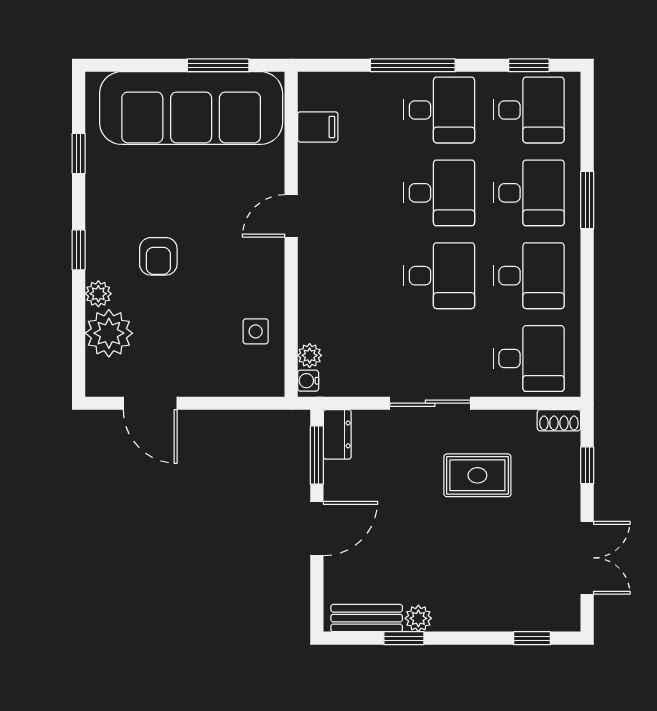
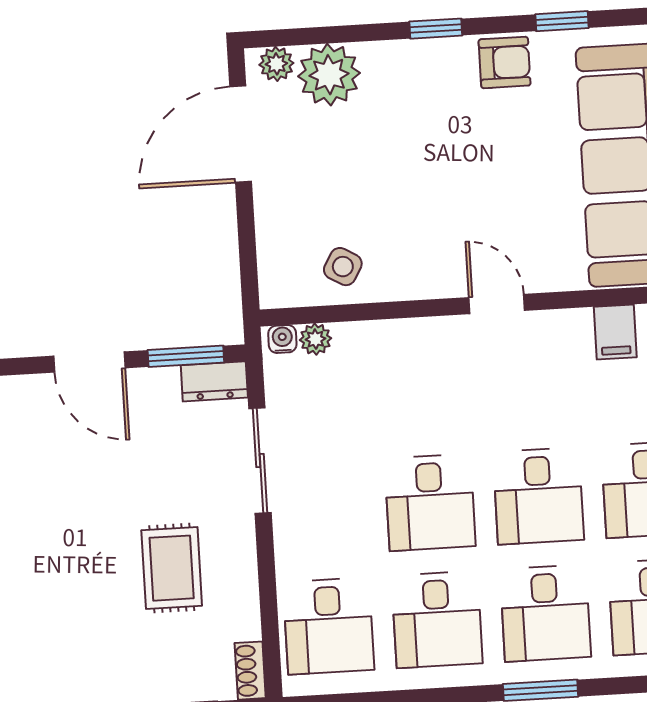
armchair: (158, 256) -> (505, 62), moved, turned 180
plant: (98, 294) -> (276, 64), moved
side table: (256, 331) -> (343, 267), turned 30
door: (150, 403) -> (241, 134), width x1.36
sliding door: (430, 403) -> (260, 460), moved

